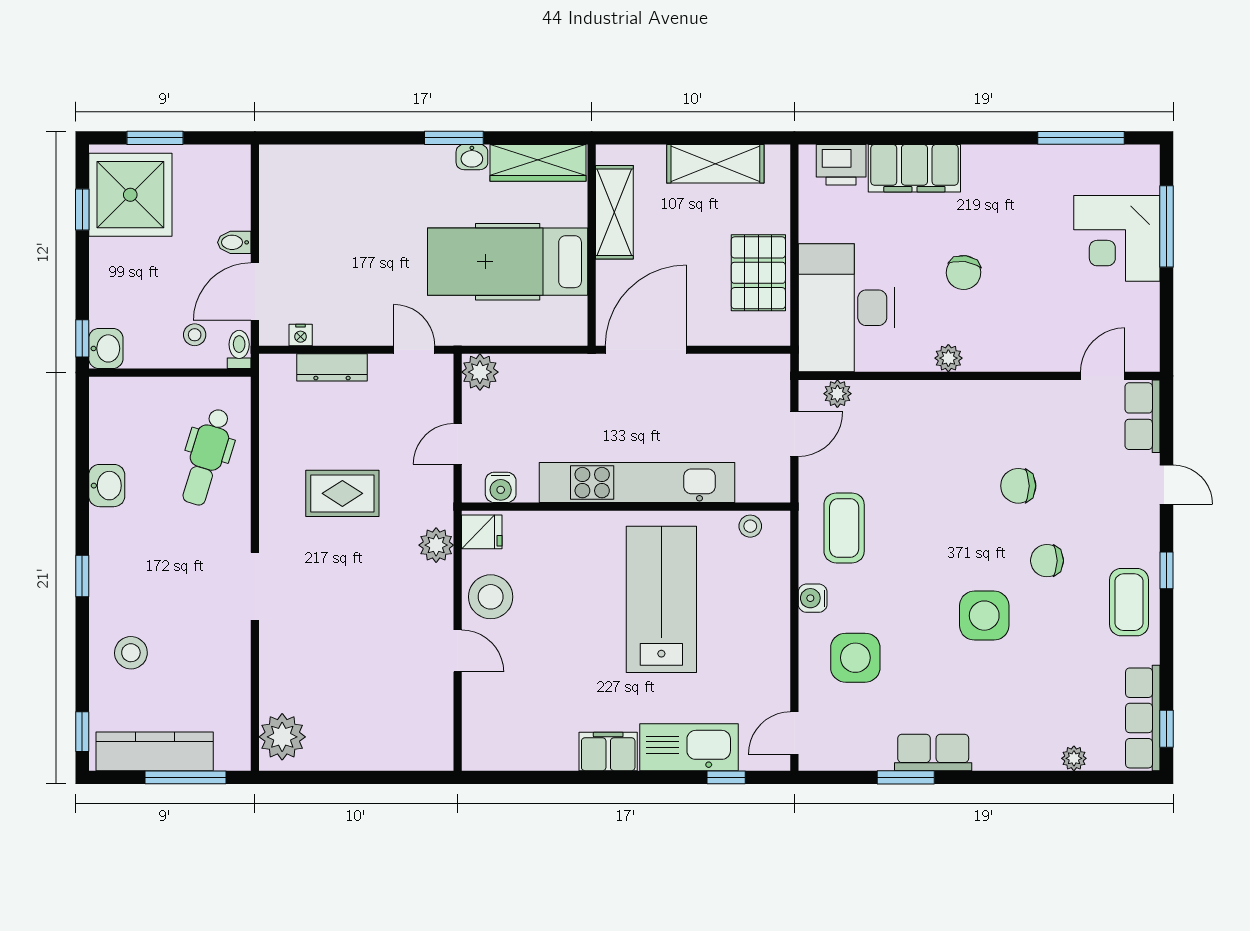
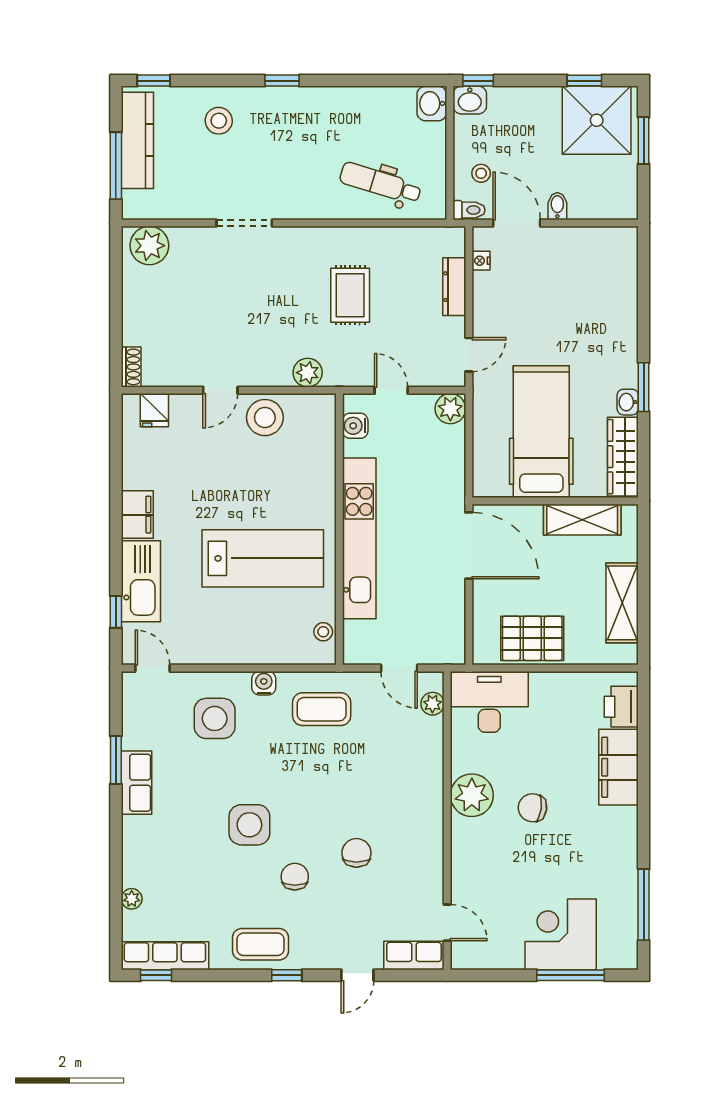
desk: (846, 308) -> (489, 702), width x0.73, depth x0.77
plant: (948, 358) -> (472, 795), width x1.87, depth x1.87
washbasin: (107, 486) -> (432, 103), moved, turned 90
fridge: (482, 532) -> (154, 410), moved
doorway: (255, 586) -> (244, 223), moved
shoe rack: (429, 759) -> (131, 367), added

